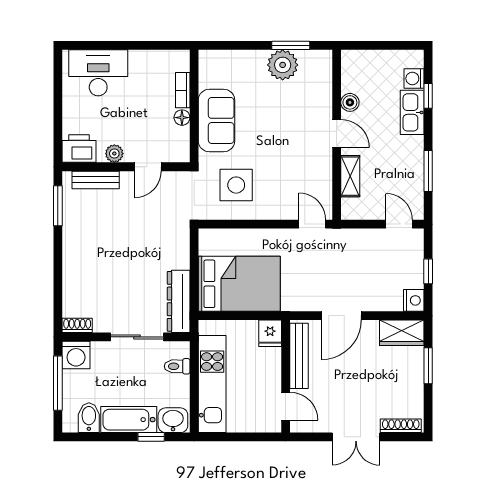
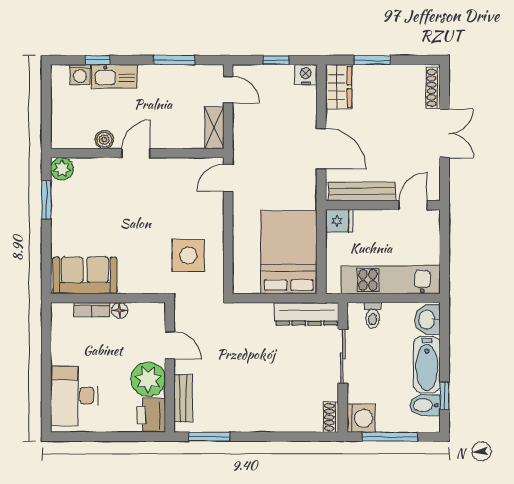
plant: (283, 65) -> (62, 169), moved, width x0.73, depth x0.73
sofa: (216, 120) -> (85, 275), moved
plant: (114, 154) -> (148, 379), width x1.87, depth x1.87
shelving: (350, 176) -> (214, 128), moved, turned 90
door: (399, 224) -> (228, 90), swing flipped
window: (151, 437) -> (445, 396), moved

